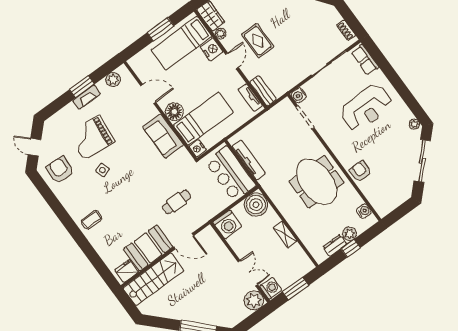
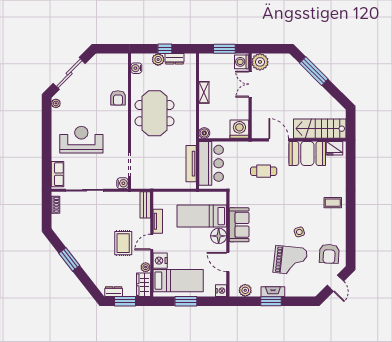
tv unit: (250, 98) -> (158, 221), moved
nightstand: (198, 148) -> (221, 291), moved
boiler: (256, 205) -> (204, 133), width x0.54, depth x0.54

